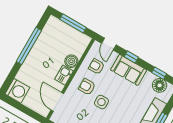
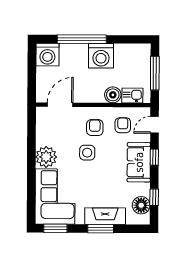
window: (29, 46) -> (82, 39), moved
washing machine: (39, 54) -> (101, 56), added
kitchen sink: (64, 75) -> (132, 95), moved

